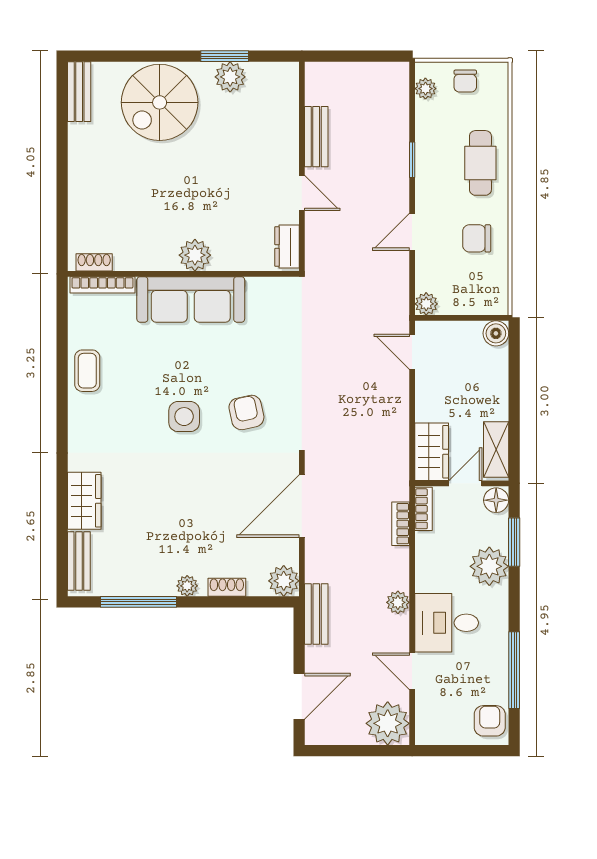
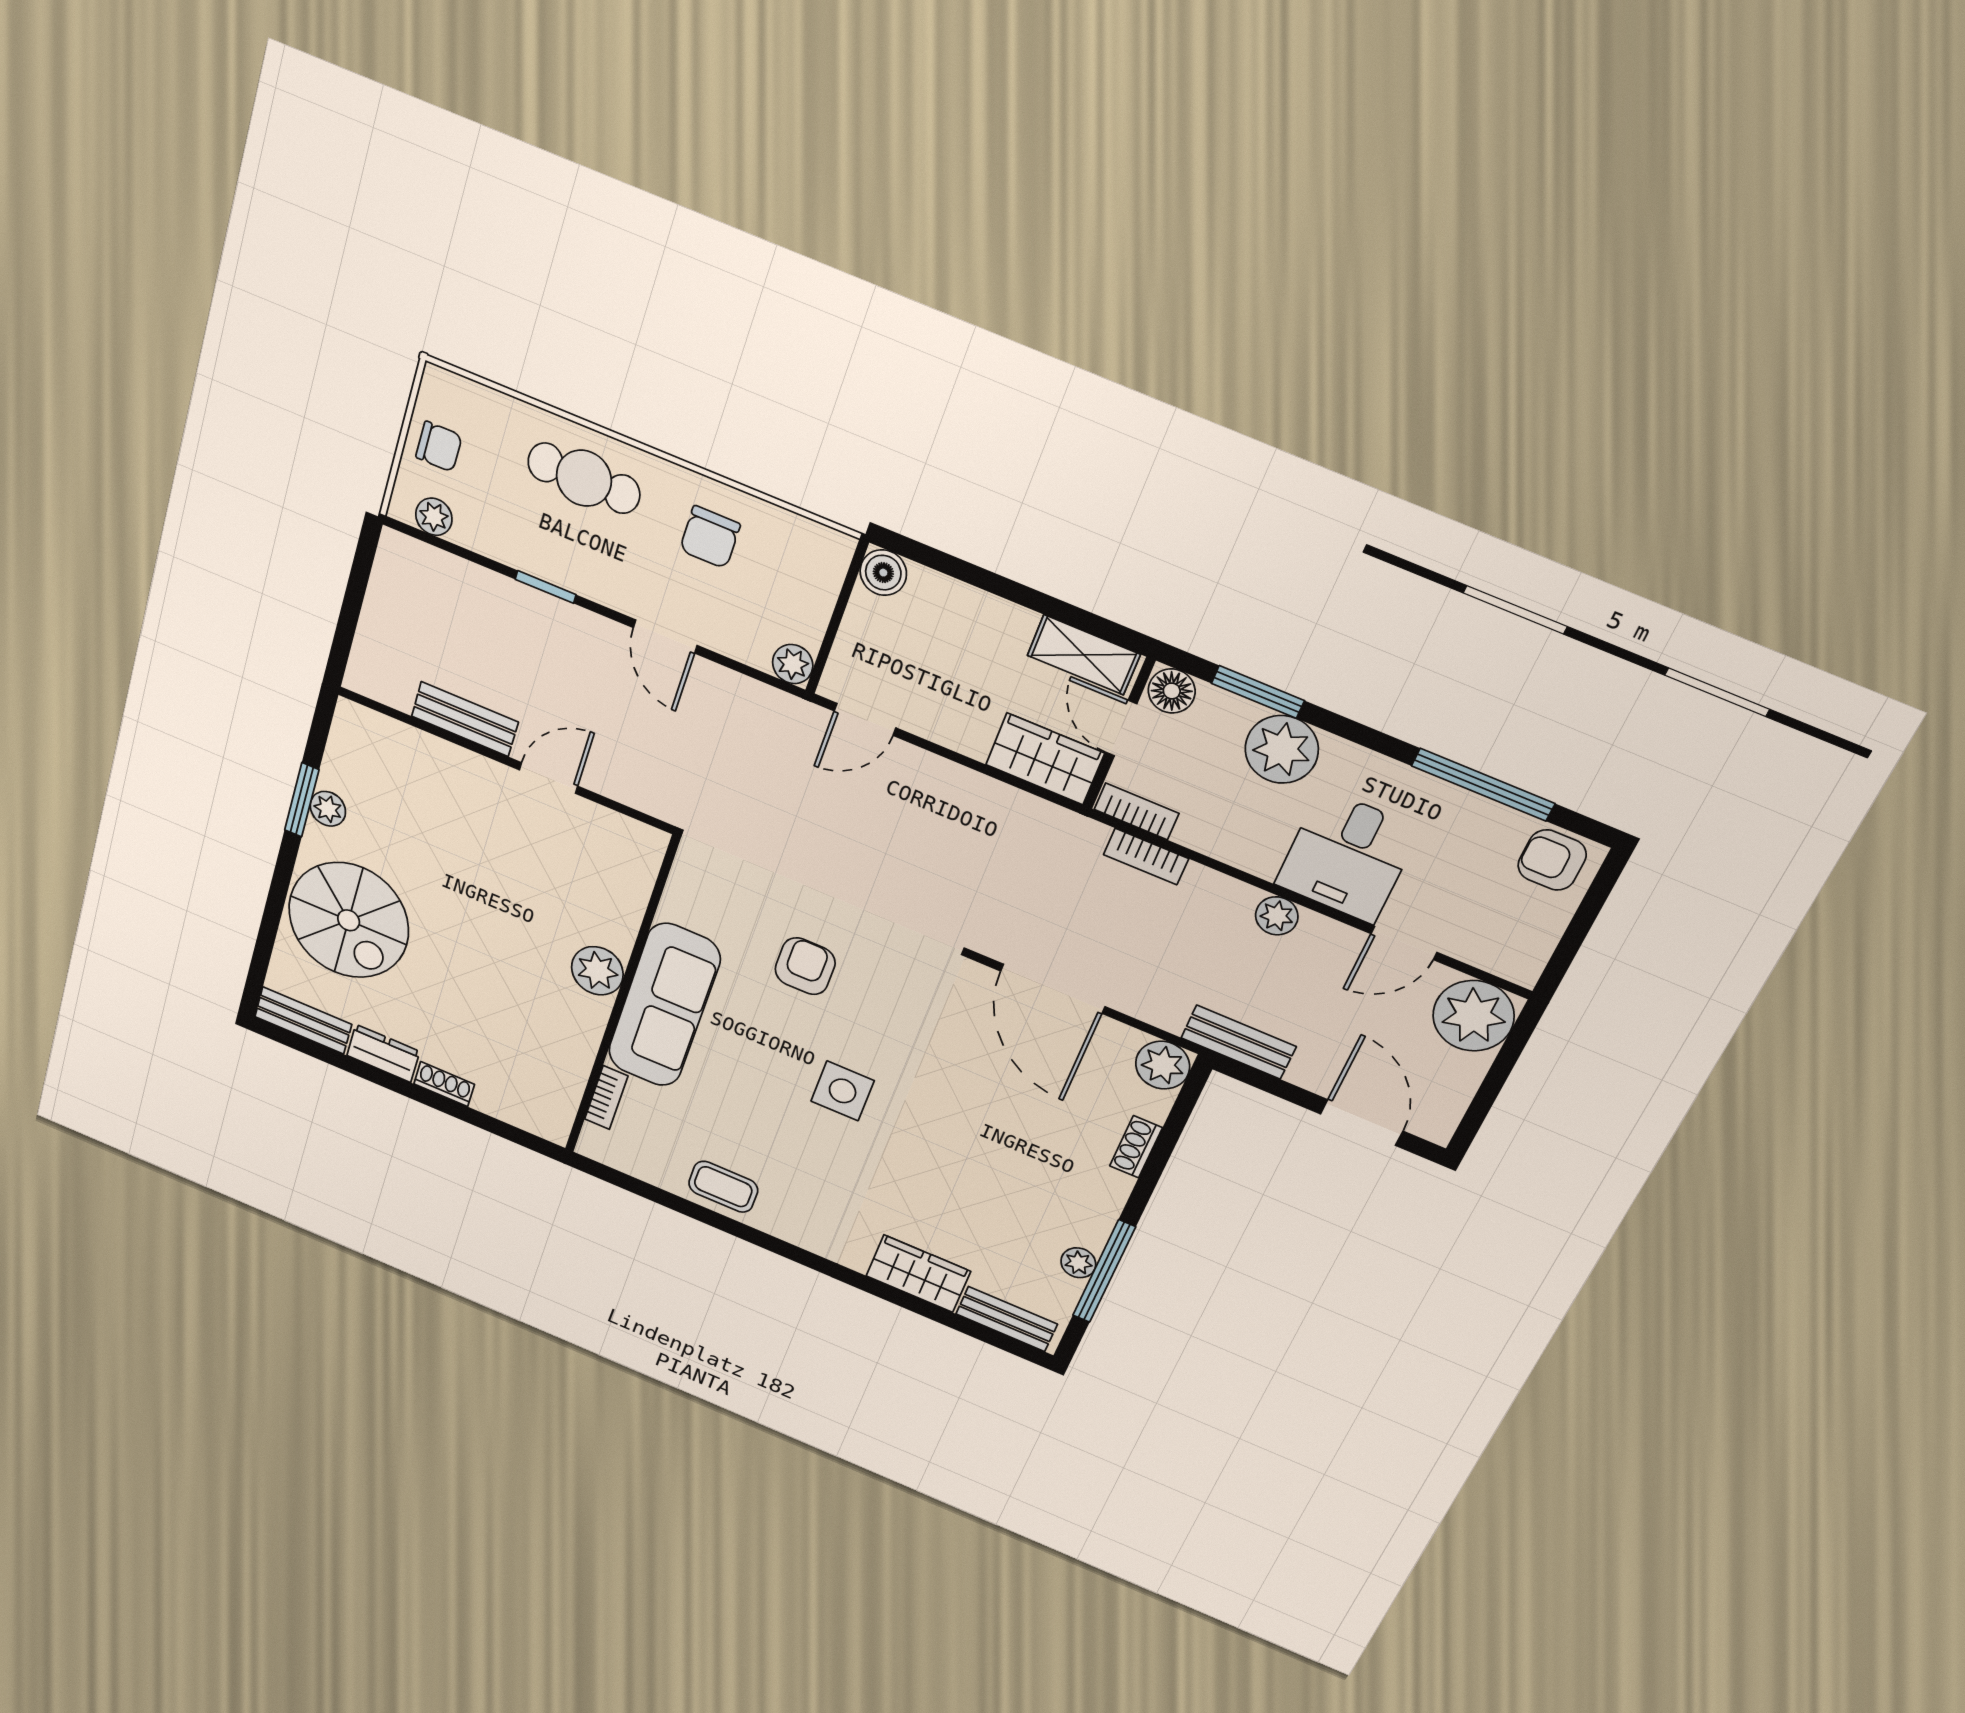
plant: (230, 77) -> (328, 809), width x0.73, depth x0.73
dresser: (287, 247) -> (383, 1053), moved, turned 180
shoe rack: (94, 262) -> (444, 1084), moved, turned 90
bookcase: (102, 285) -> (606, 1098), width x0.64
armchair: (246, 412) -> (805, 966), moved, turned 102
plant: (187, 586) -> (1078, 1263), moved

